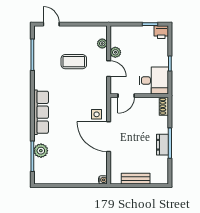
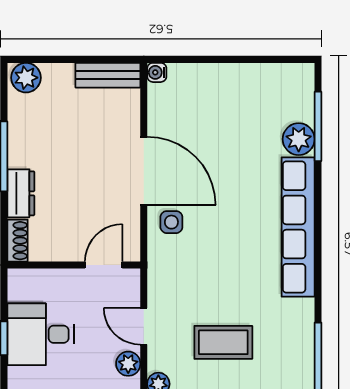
desk: (154, 81) -> (41, 334), moved
row of seats: (41, 112) -> (298, 227), width x1.36
dresser: (162, 145) -> (21, 193), moved
plant: (160, 178) -> (26, 78), added
bench: (136, 179) -> (108, 75), moved

